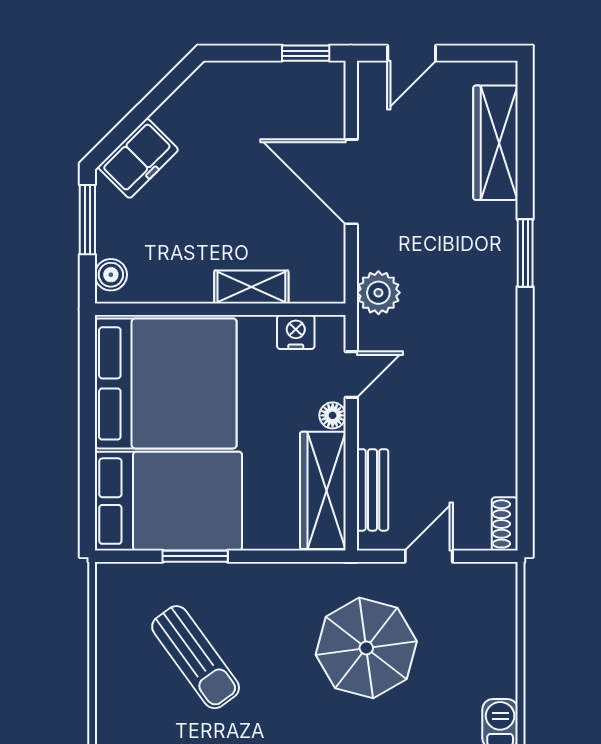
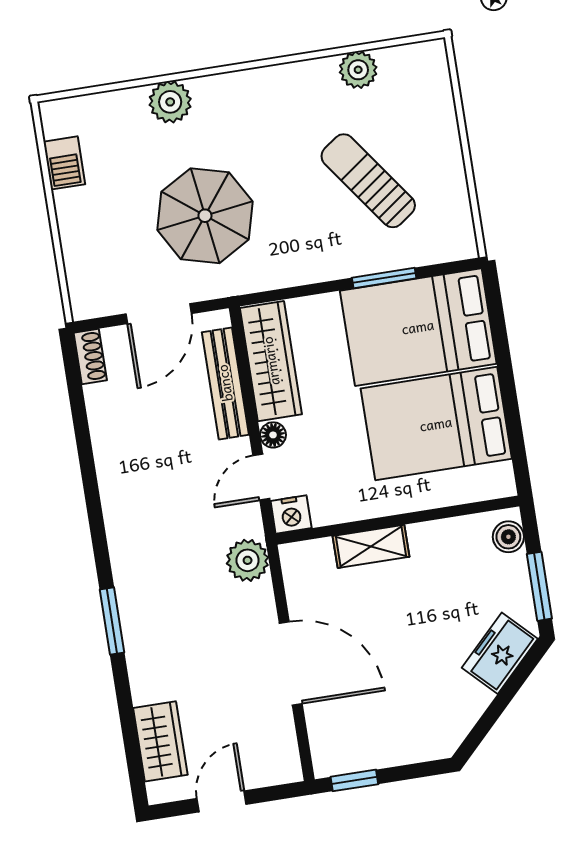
door: (412, 53) -> (222, 801), moved
wardrobe: (496, 143) -> (160, 741), width x0.67
nightstand: (296, 332) -> (291, 514), moved
bed: (166, 383) -> (436, 424), width x0.73
bench: (372, 490) -> (225, 383), width x1.36
door: (429, 556) -> (159, 314), width x1.38

